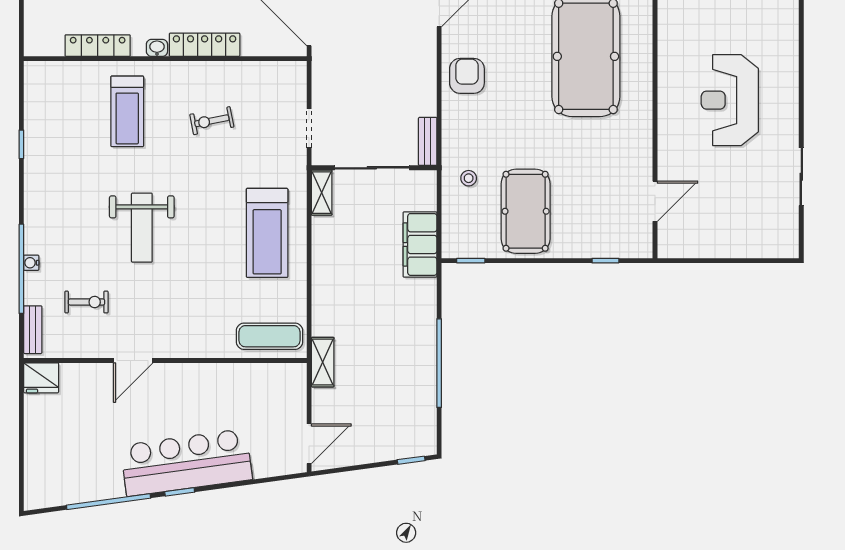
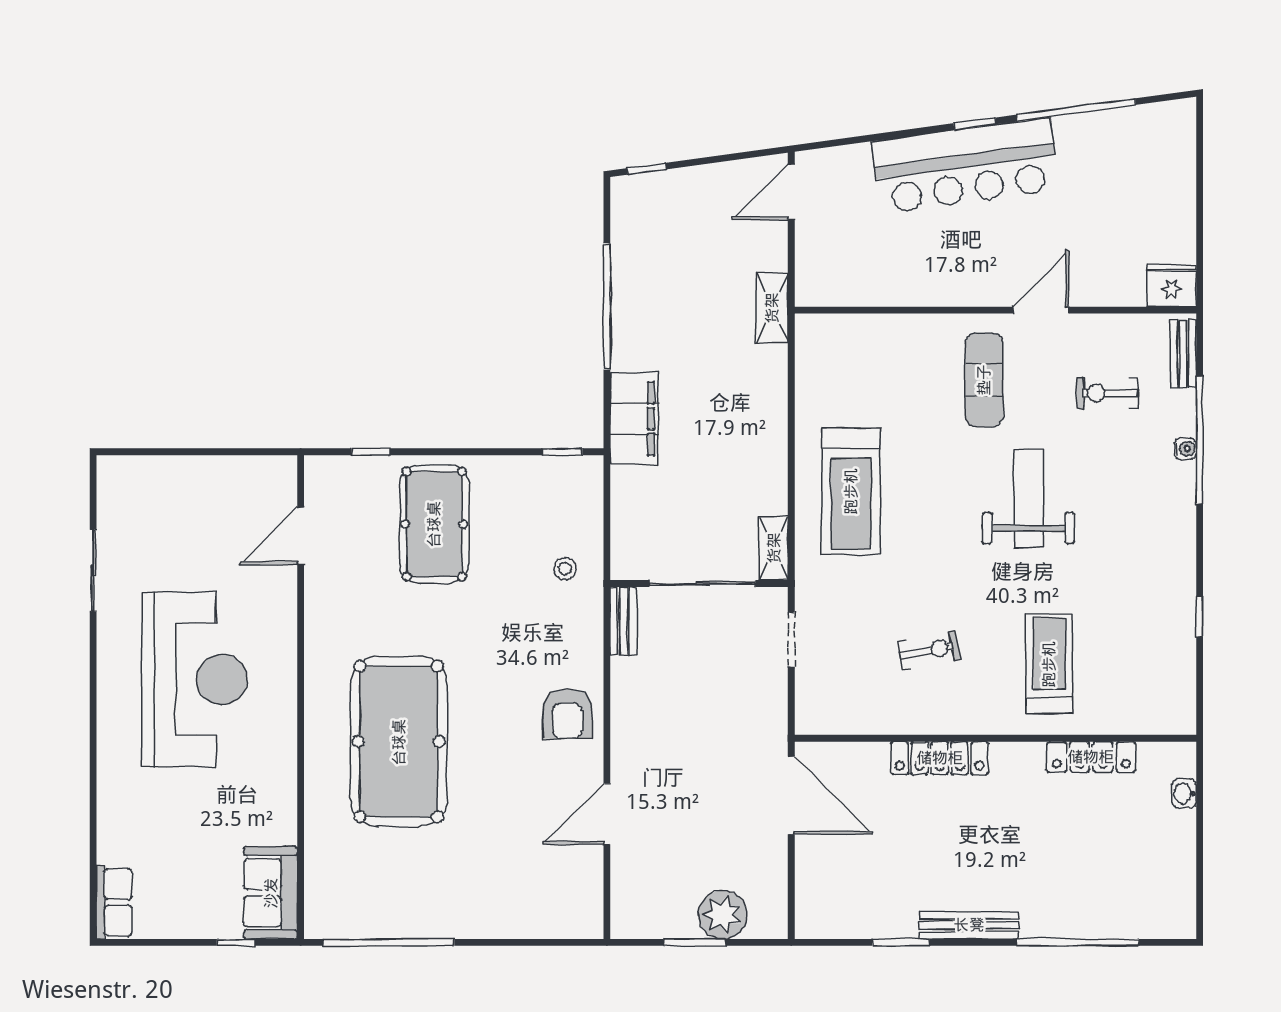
washbasin: (157, 48) -> (1184, 793), moved, turned 90
reception desk: (730, 100) -> (195, 679), width x1.36, depth x1.30
pool table: (526, 211) -> (434, 524), moved
treadmill: (267, 233) -> (851, 491), turned 180
filing cabinet: (420, 244) -> (634, 419), moved
exercise mat: (270, 336) -> (984, 380), moved, turned 90

